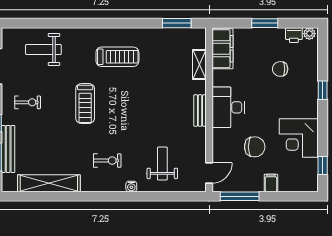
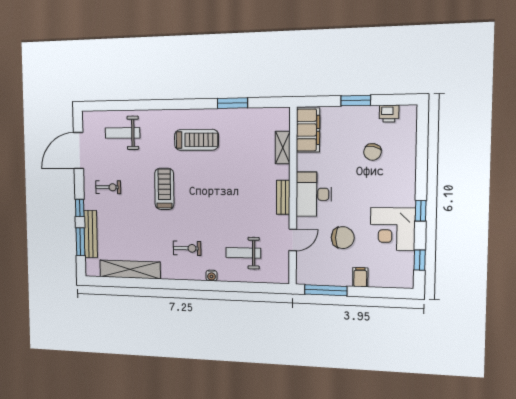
window: (177, 23) -> (232, 103), moved
plant: (309, 34) -> (407, 112), removed
chair: (280, 69) -> (373, 152), turned -78
window: (323, 90) -> (421, 211), moved
treadmill: (85, 103) -> (164, 189), turned 180
weight bench: (162, 163) -> (243, 253), turned -90
door: (209, 173) -> (293, 240), moved

